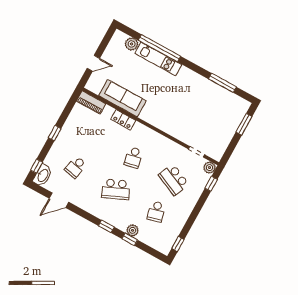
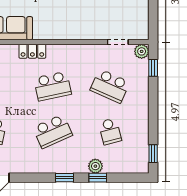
locker: (123, 120) -> (32, 51), moved
school desk: (133, 157) -> (53, 86), width x1.85

